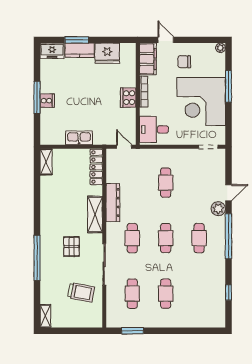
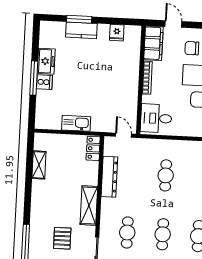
freezer: (52, 51) -> (46, 61), moved, turned -90
fridge: (107, 53) -> (117, 33), width x0.53, depth x0.75
cooker: (128, 98) -> (131, 83), removed
shelving: (46, 162) -> (39, 165), moved
locker: (96, 167) -> (93, 148), width x0.66
dresser: (113, 203) -> (109, 177), moved

